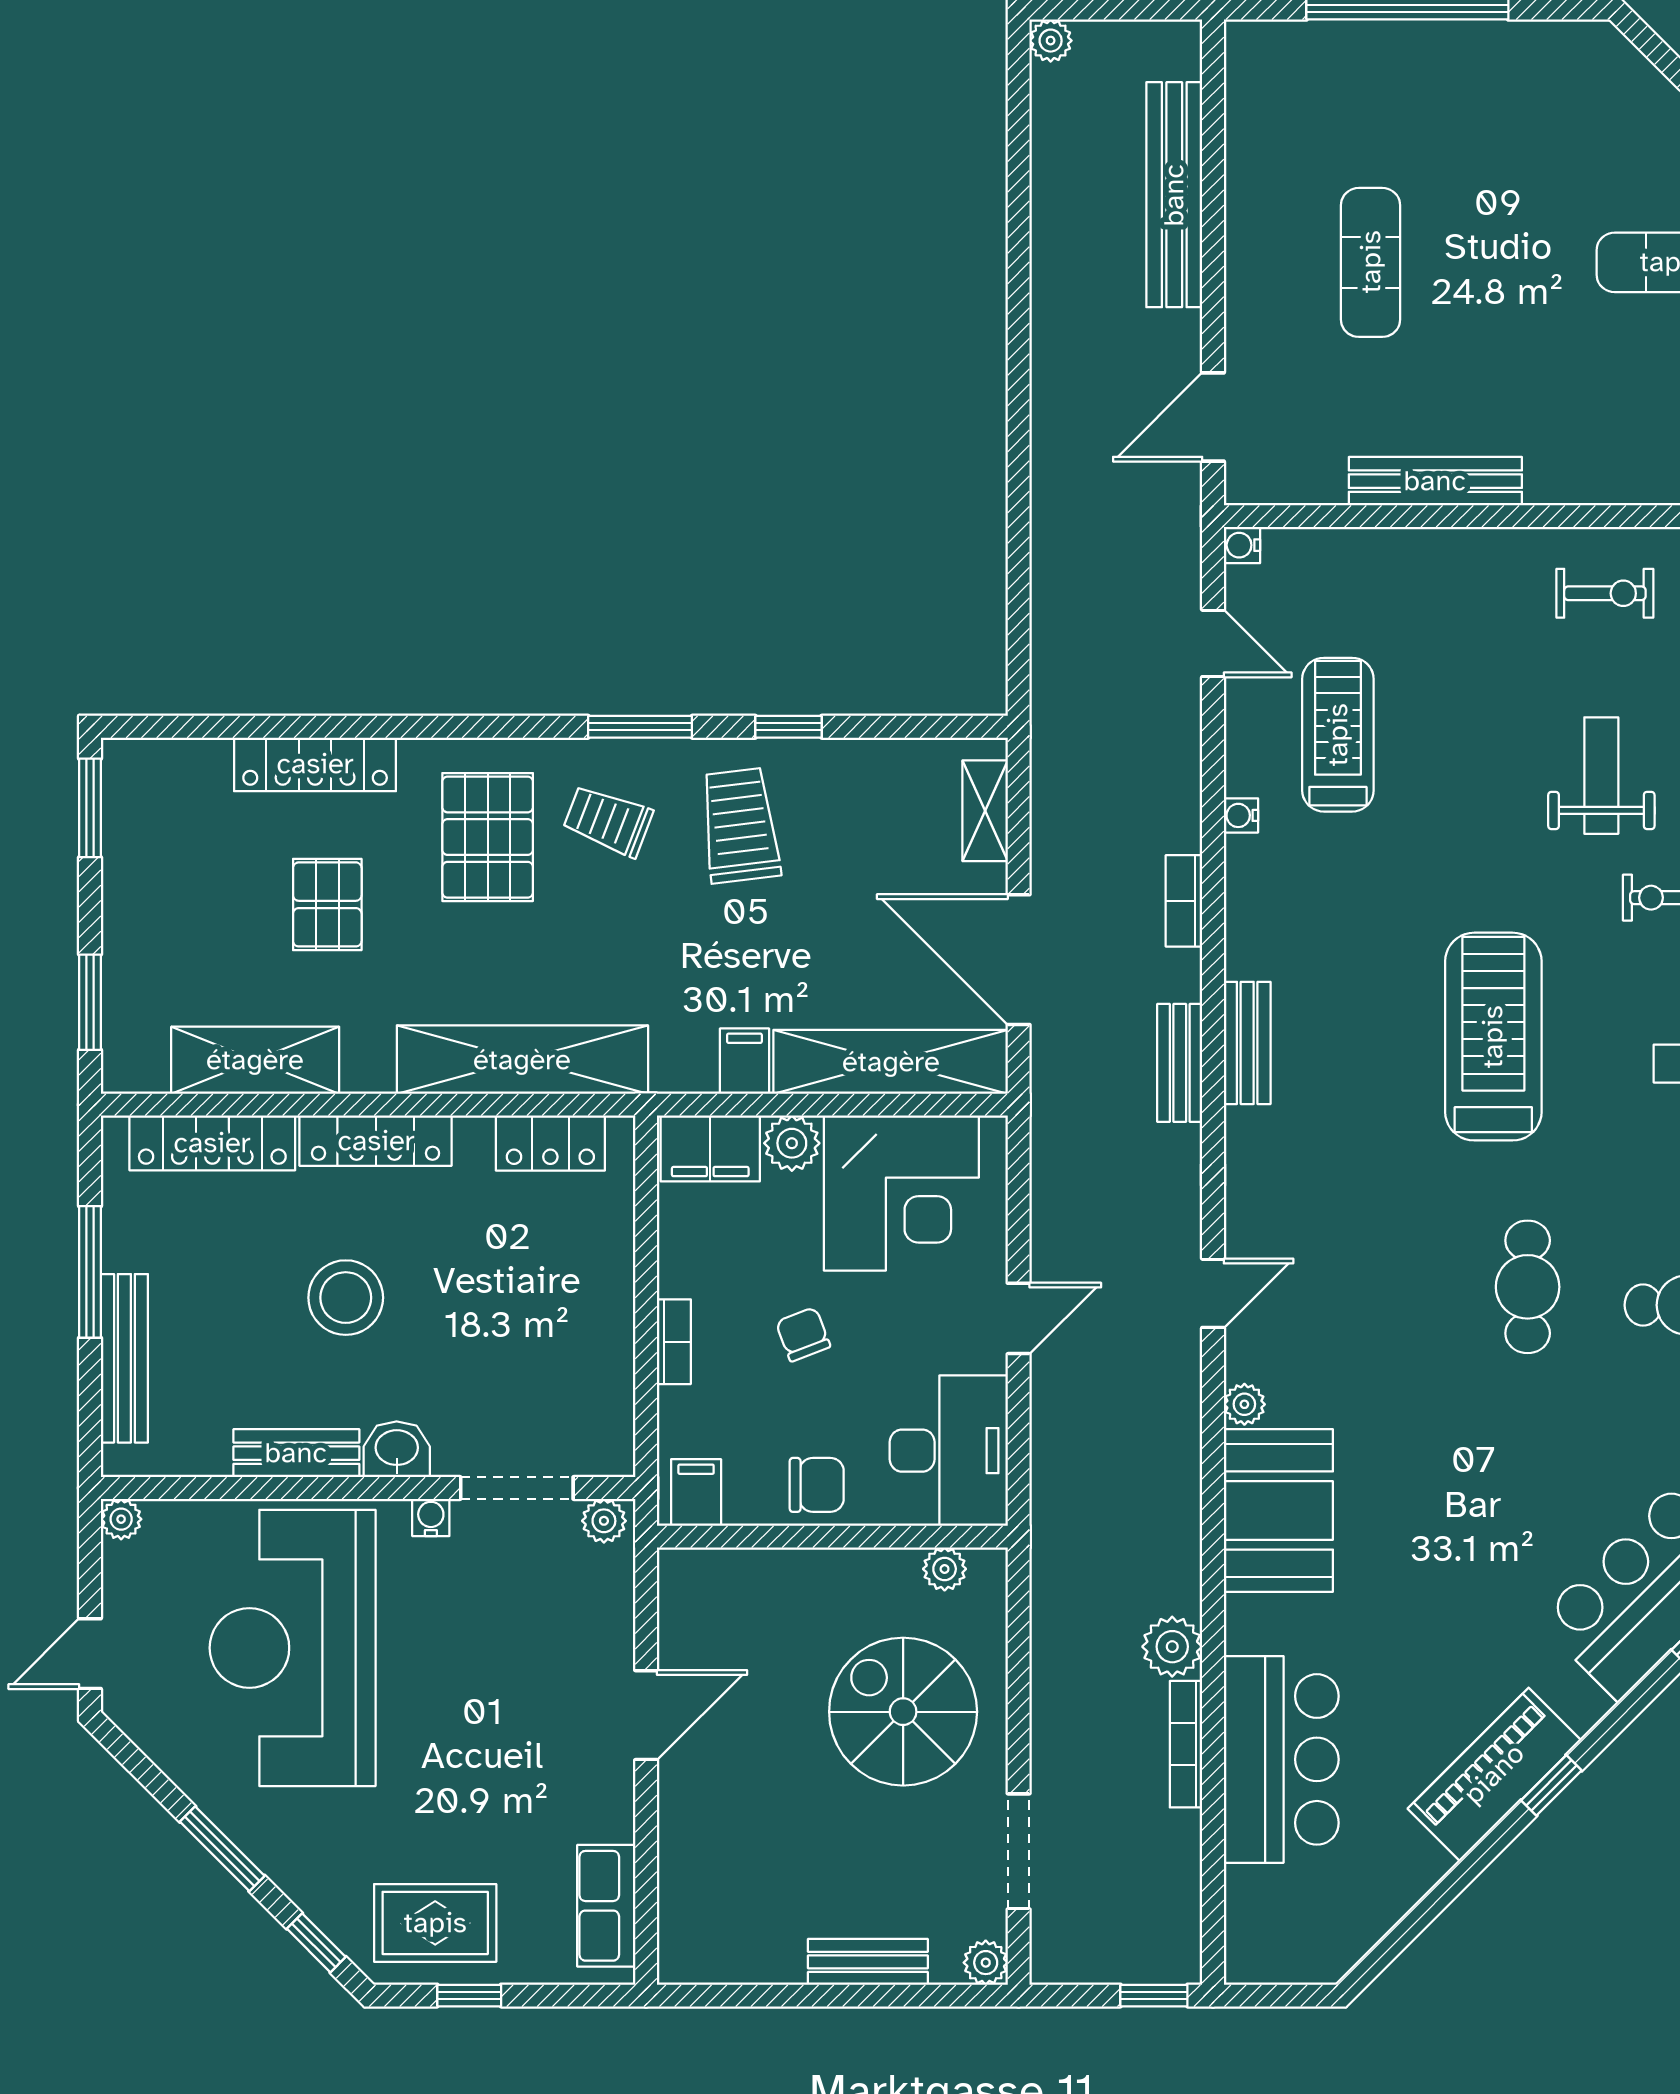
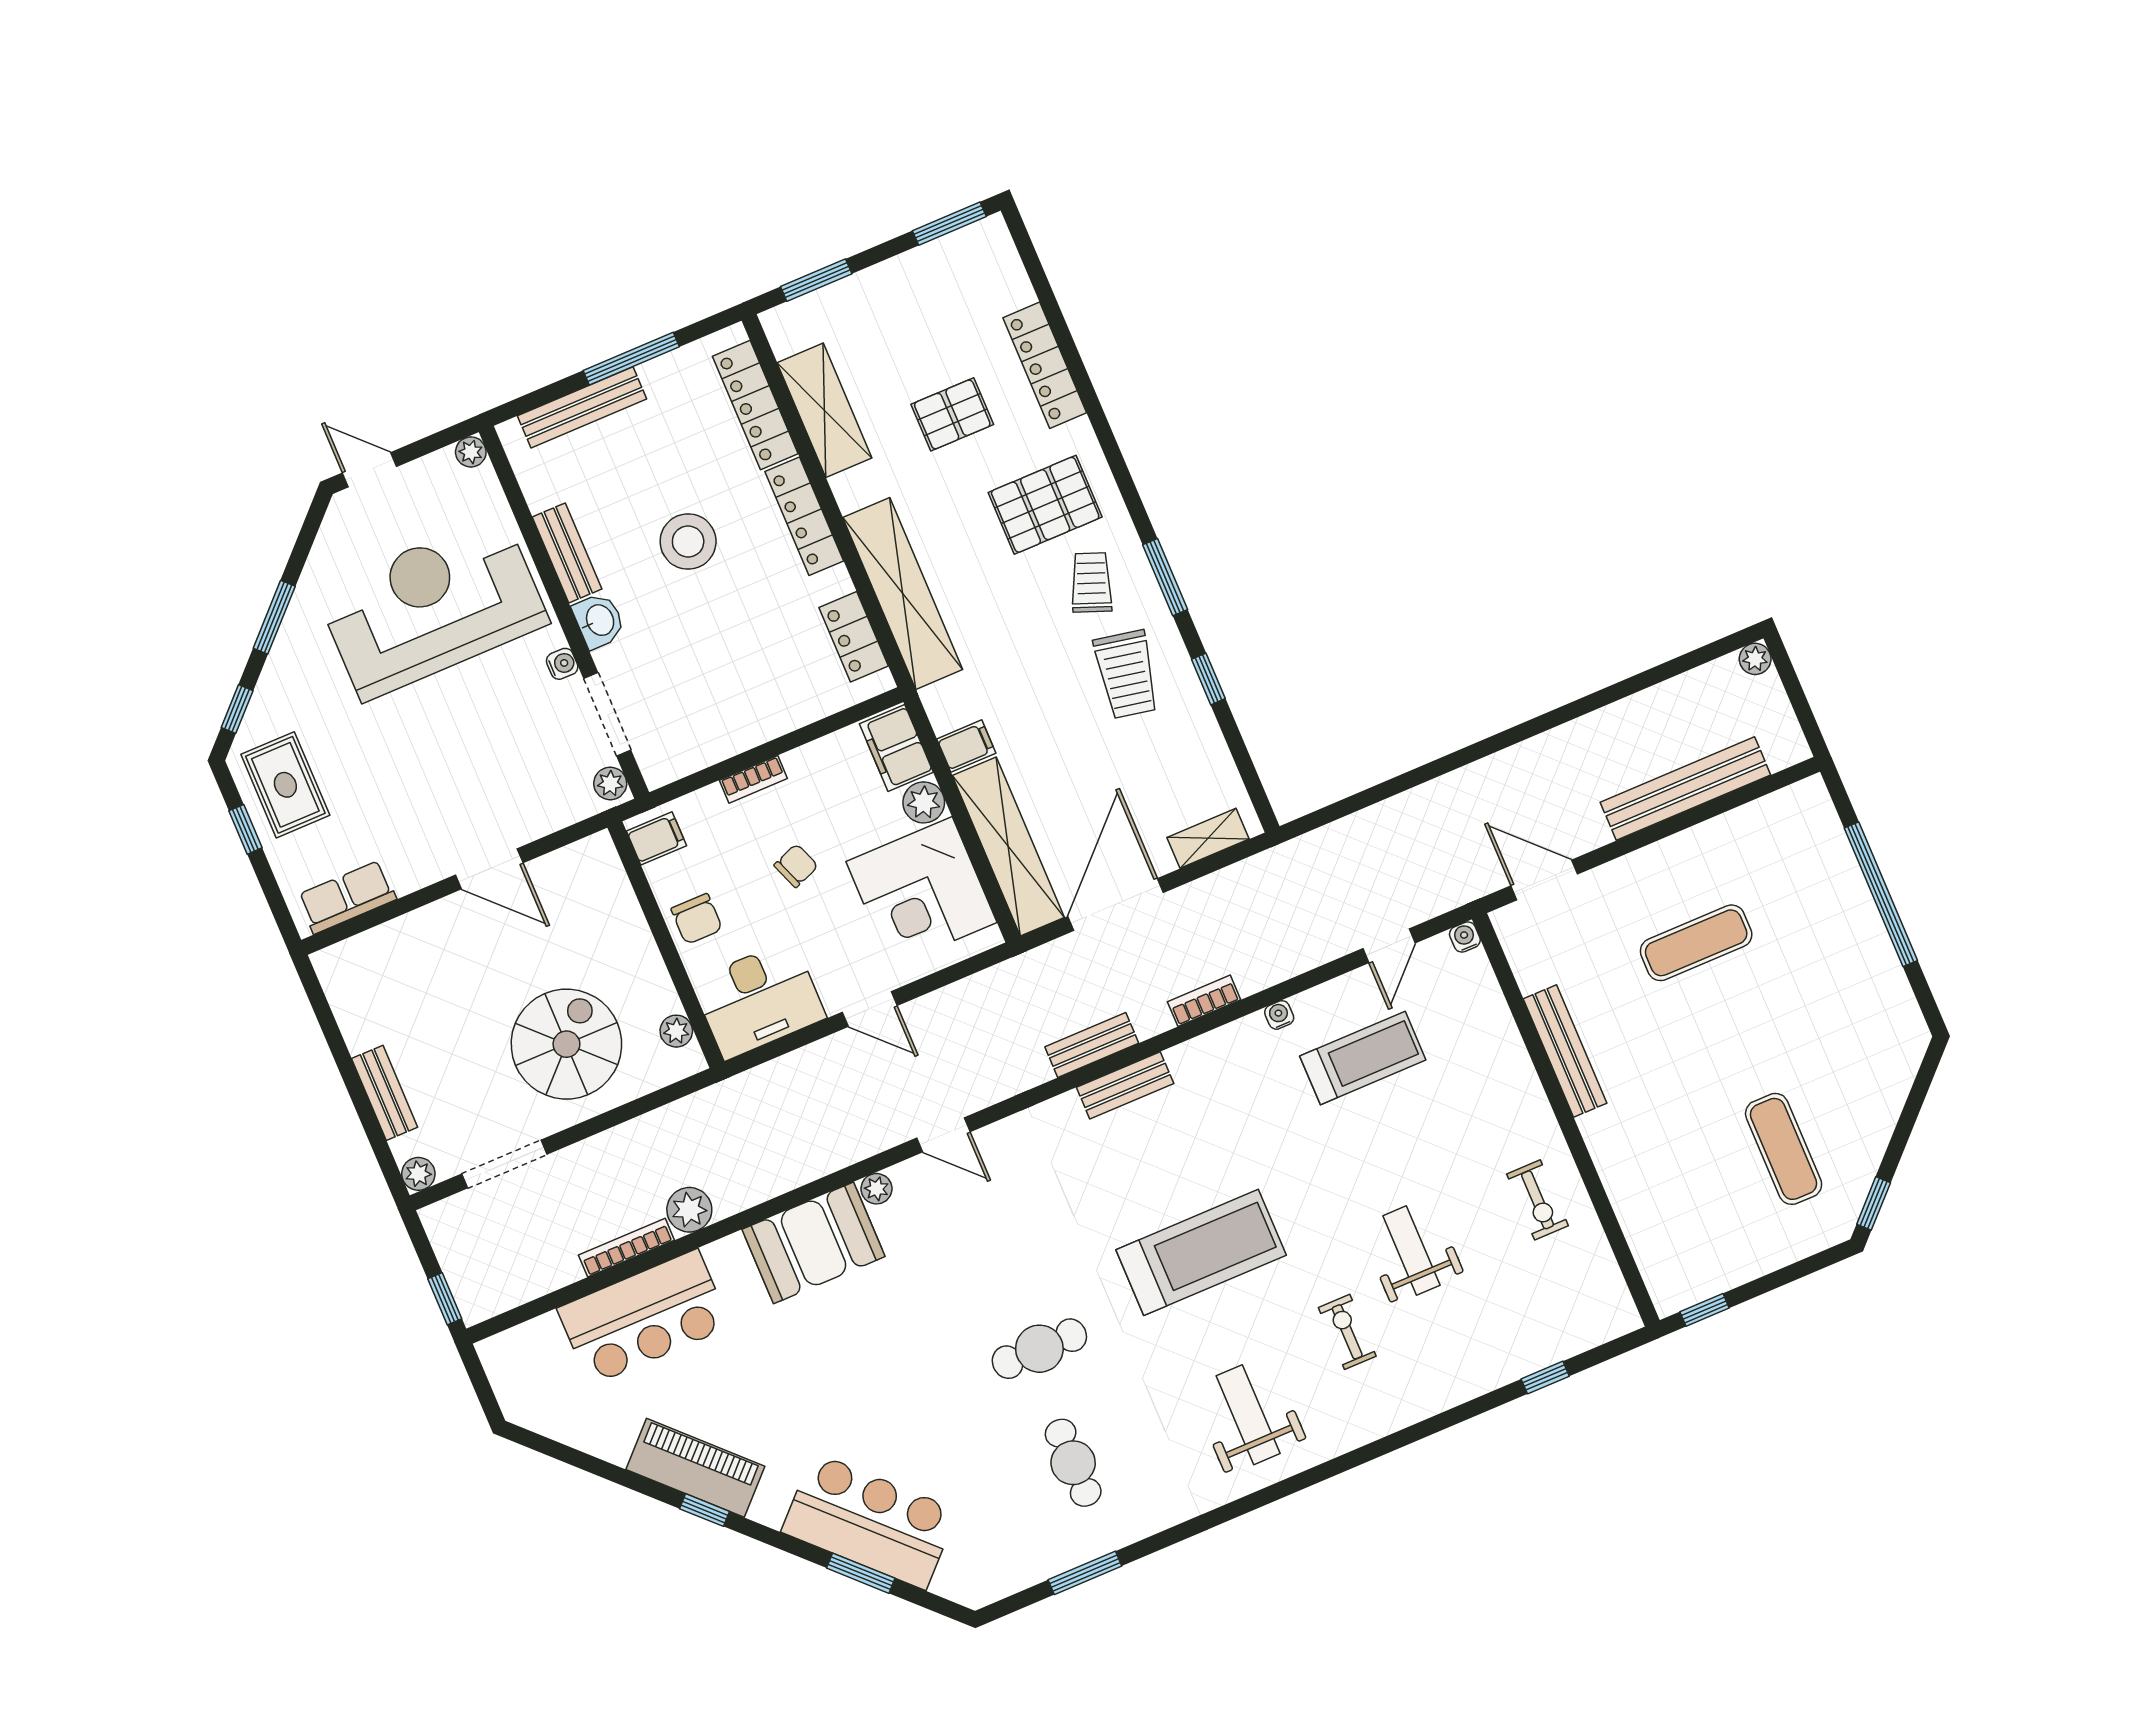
weight bench: (1601, 776) -> (1411, 1250), turned -90
trolley: (740, 825) -> (1127, 674), turned 108

